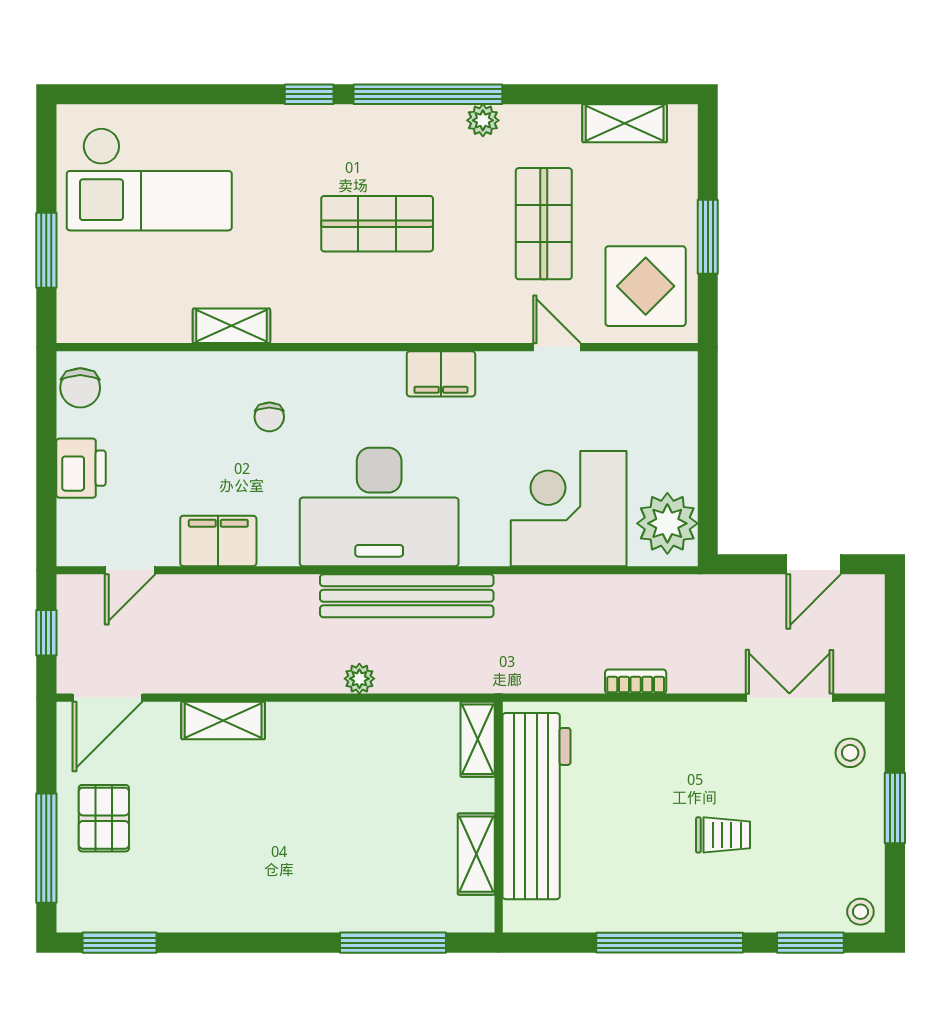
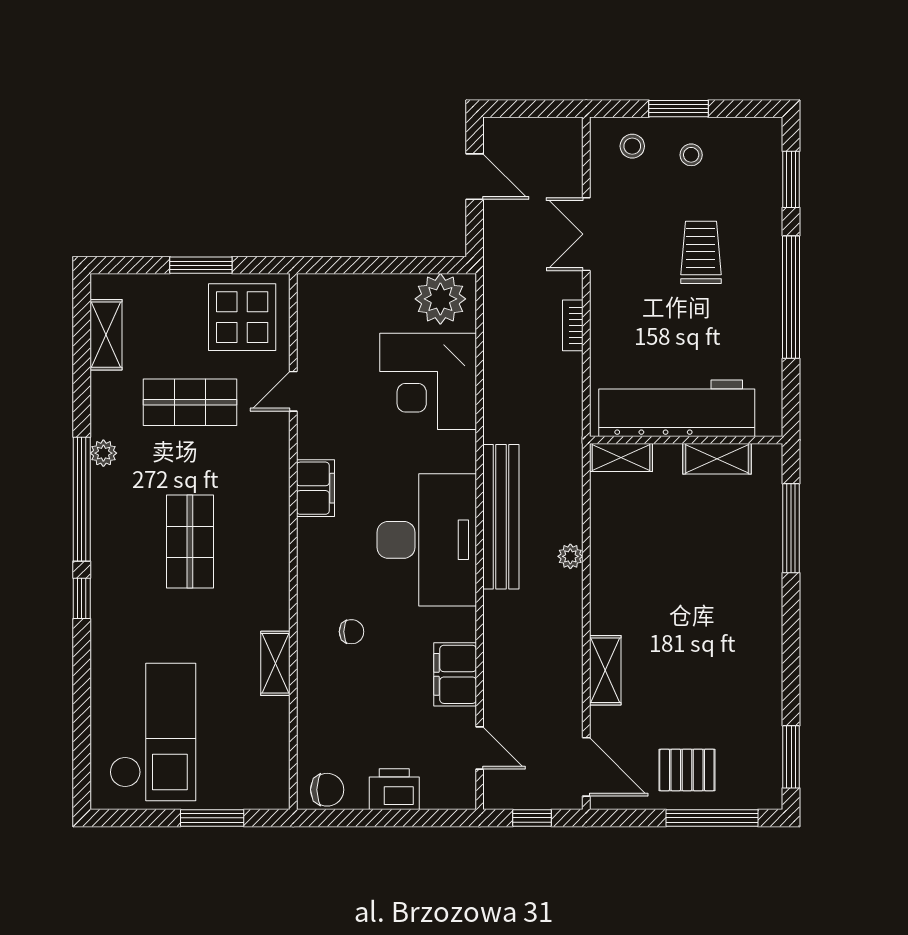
double door: (789, 698) -> (586, 234), moved
trolley: (723, 835) -> (701, 252), width x1.36, depth x1.39
stool: (860, 912) -> (691, 155), moved

